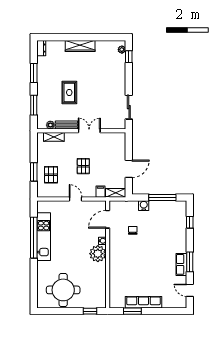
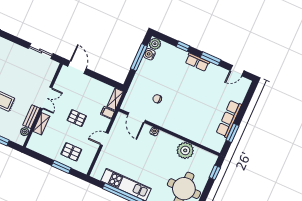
double door: (89, 131) -> (46, 98), swing flipped
shelving: (54, 137) -> (41, 124), moved
door: (129, 169) -> (77, 67), moved
water cooler: (144, 206) -> (149, 54), moved
plant: (181, 206) -> (155, 44), added
window: (190, 222) -> (183, 46), moved
plant: (98, 254) -> (185, 150), moved
row of seats: (181, 264) -> (197, 62), moved

